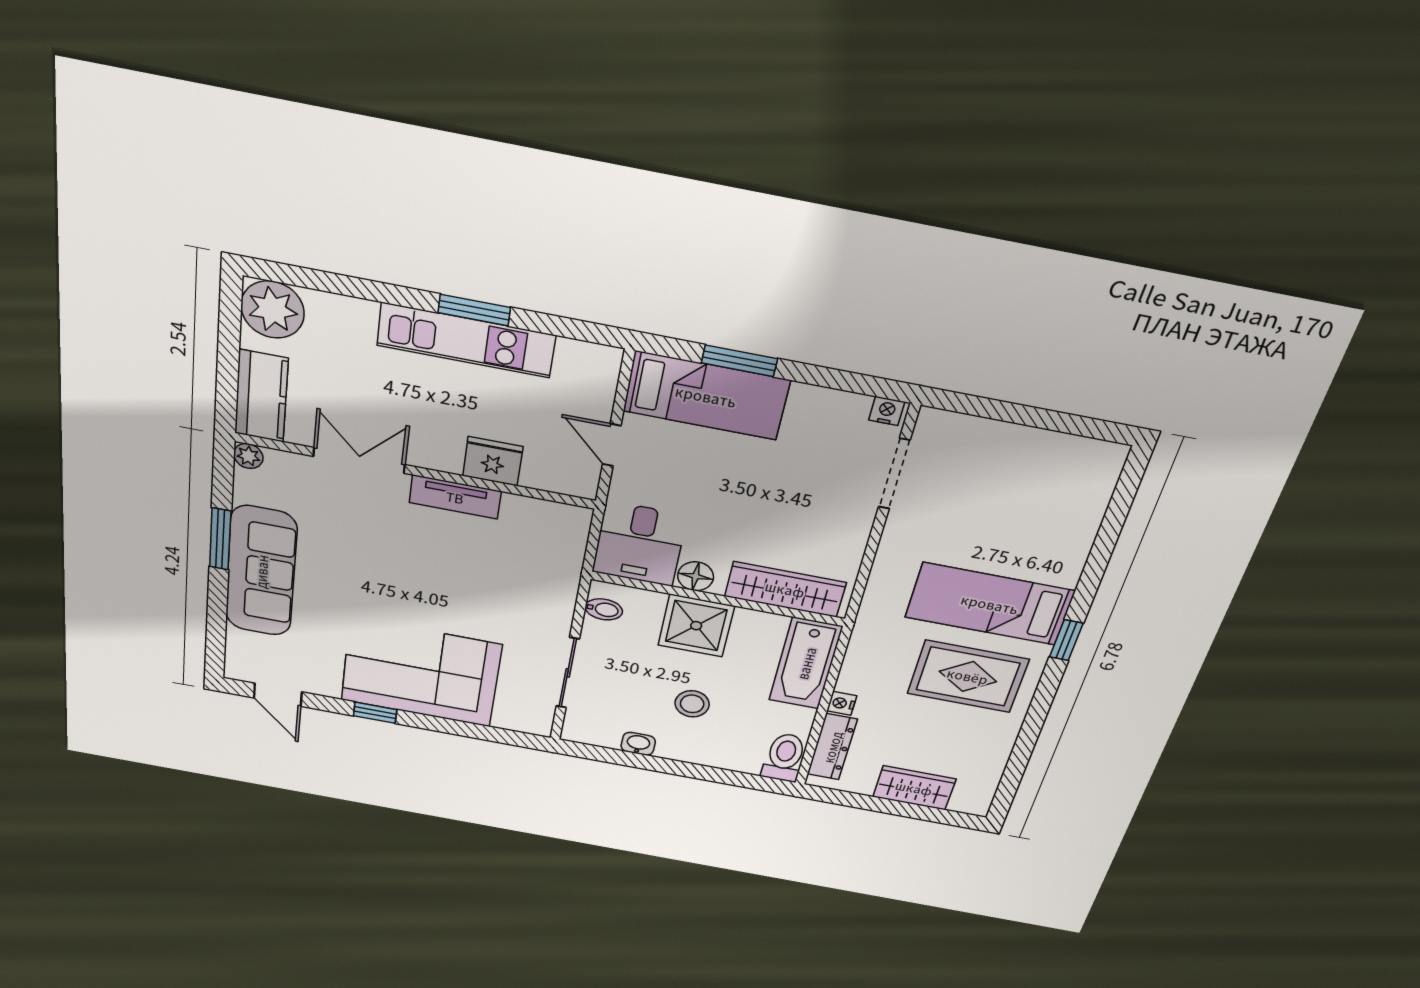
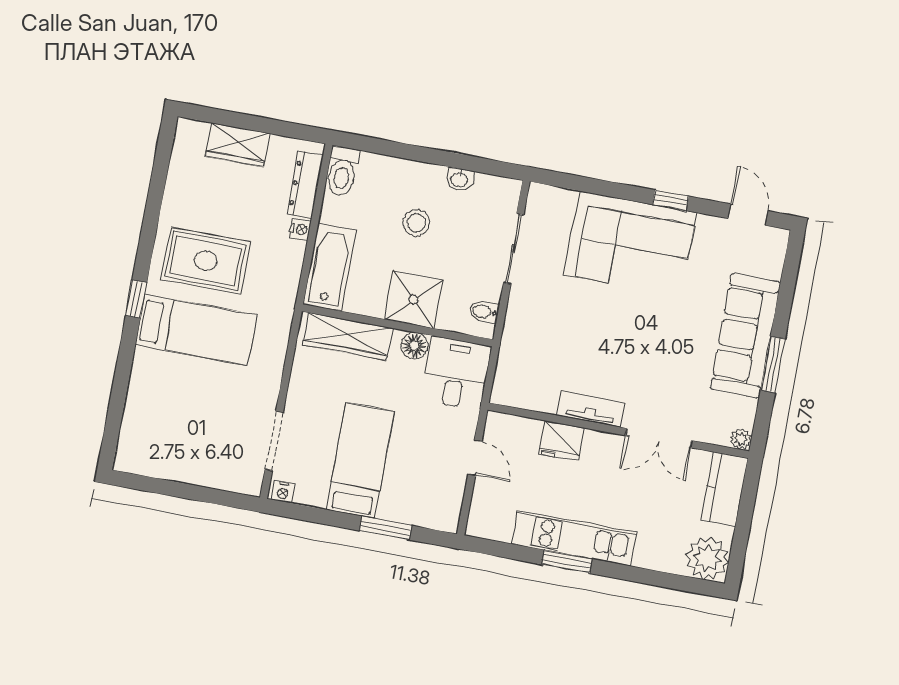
bed: (706, 396) -> (360, 461), moved, turned 90

